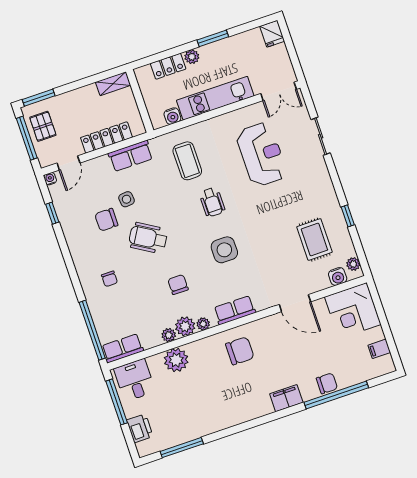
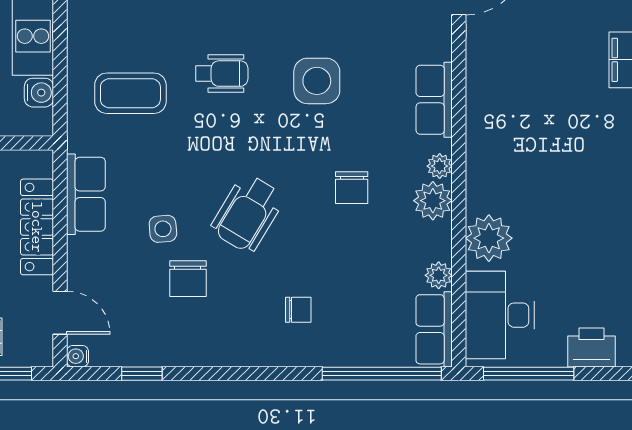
chair: (178, 285) -> (352, 188), turned -90
plant: (169, 335) -> (439, 275), moved
chair: (240, 351) -> (512, 116), removed
desk: (135, 380) -> (500, 315), width x1.37

